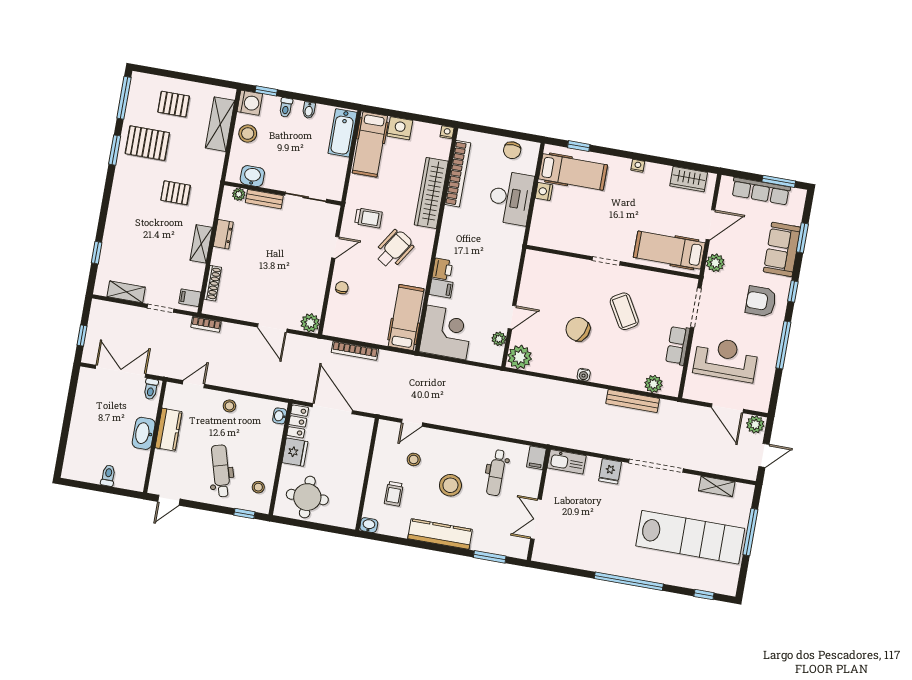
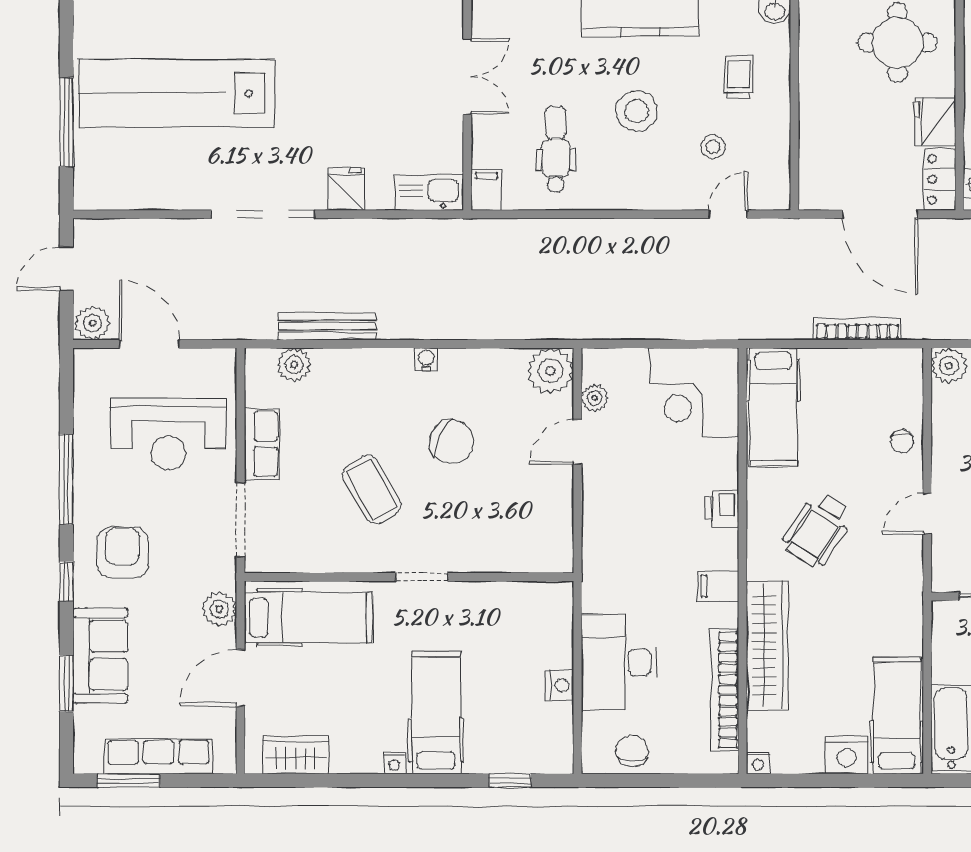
hospital bed: (573, 172) -> (436, 713), moved, turned 90
trolley: (368, 218) -> (875, 579), removed
filing cabinet: (441, 288) -> (718, 586), moved
armchair: (761, 301) -> (122, 553), turned -90
shelving: (717, 486) -> (144, 196), removed

